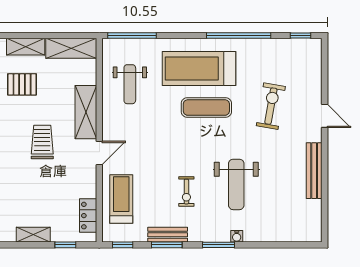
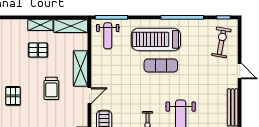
weight bench: (130, 84) -> (108, 36), moved
exercise bike: (271, 106) -> (221, 42), moved
trolley: (42, 142) -> (51, 88), turned 180

